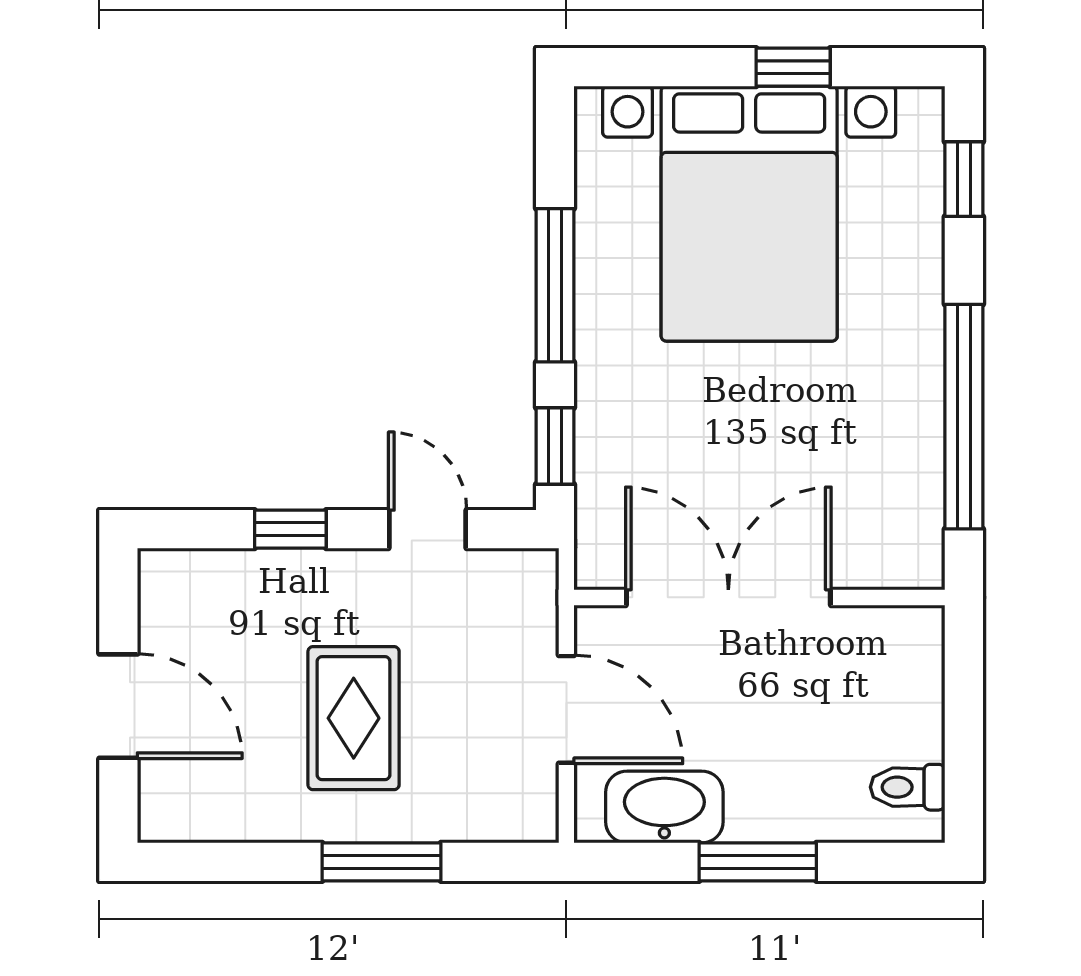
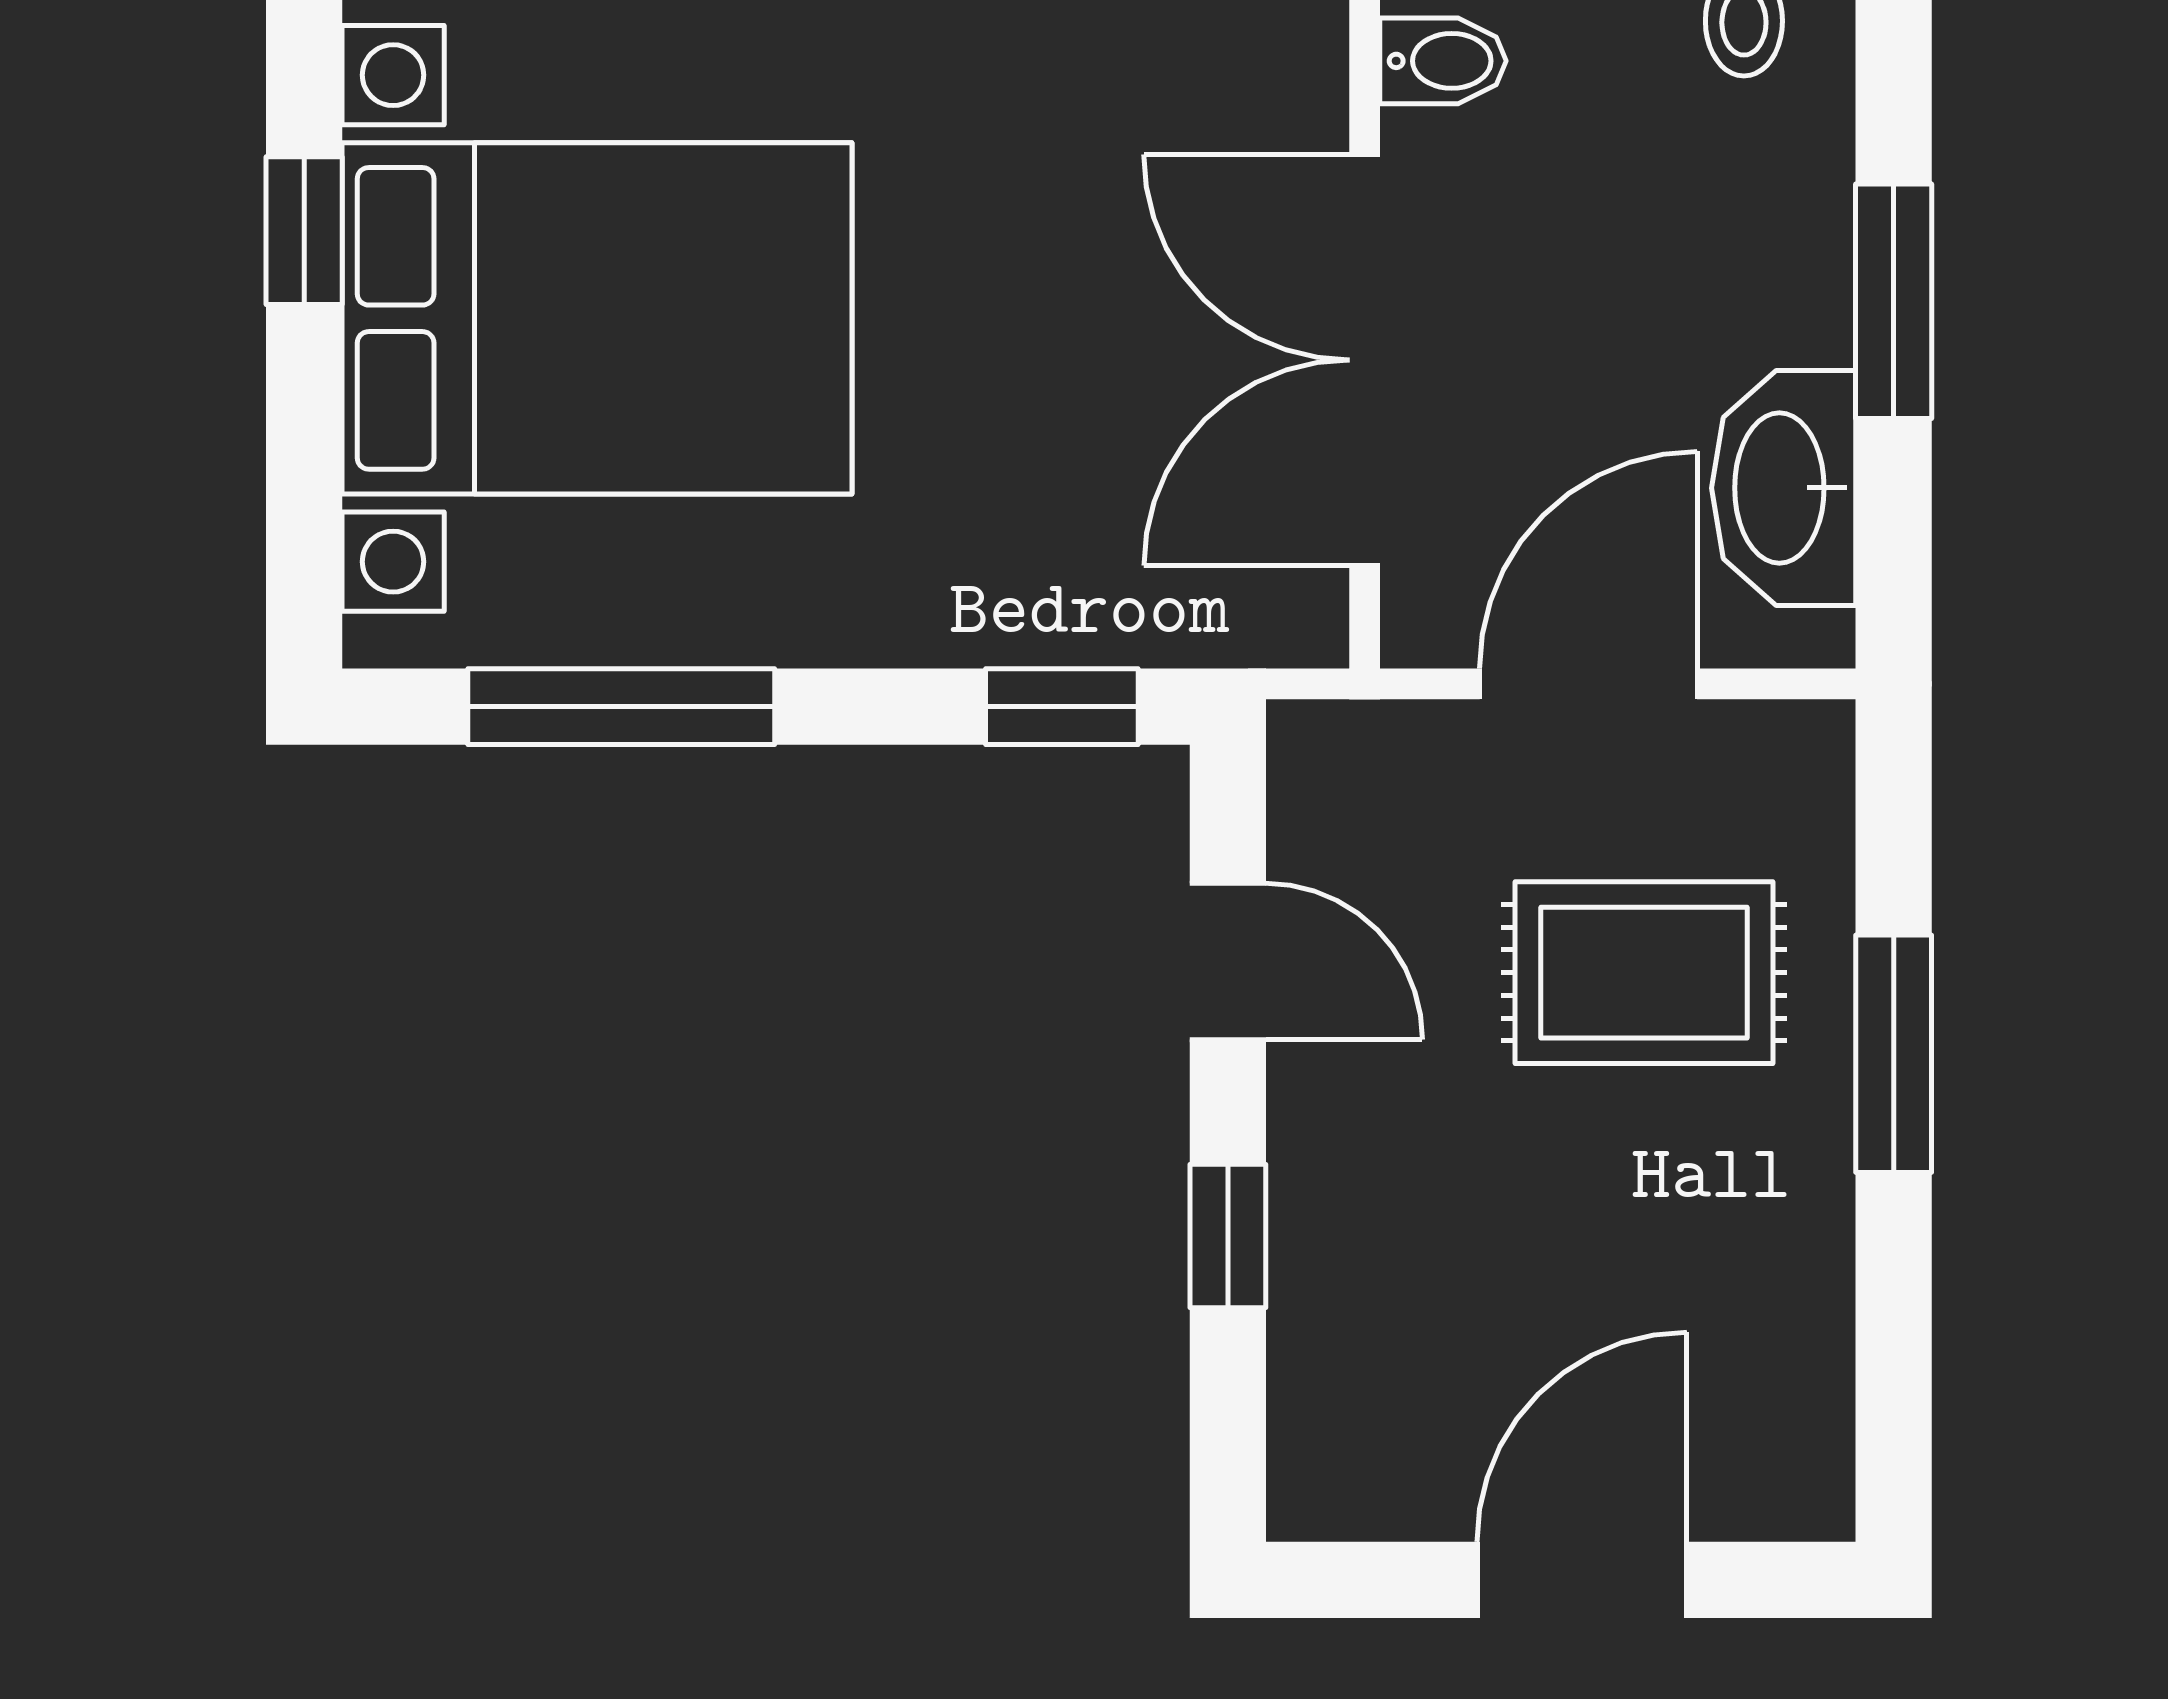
window: (555, 285) -> (621, 707), moved
door: (428, 529) -> (1228, 961), swing flipped
bidet: (878, 637) -> (1443, 61), added
rug: (354, 718) -> (1644, 973), moved

